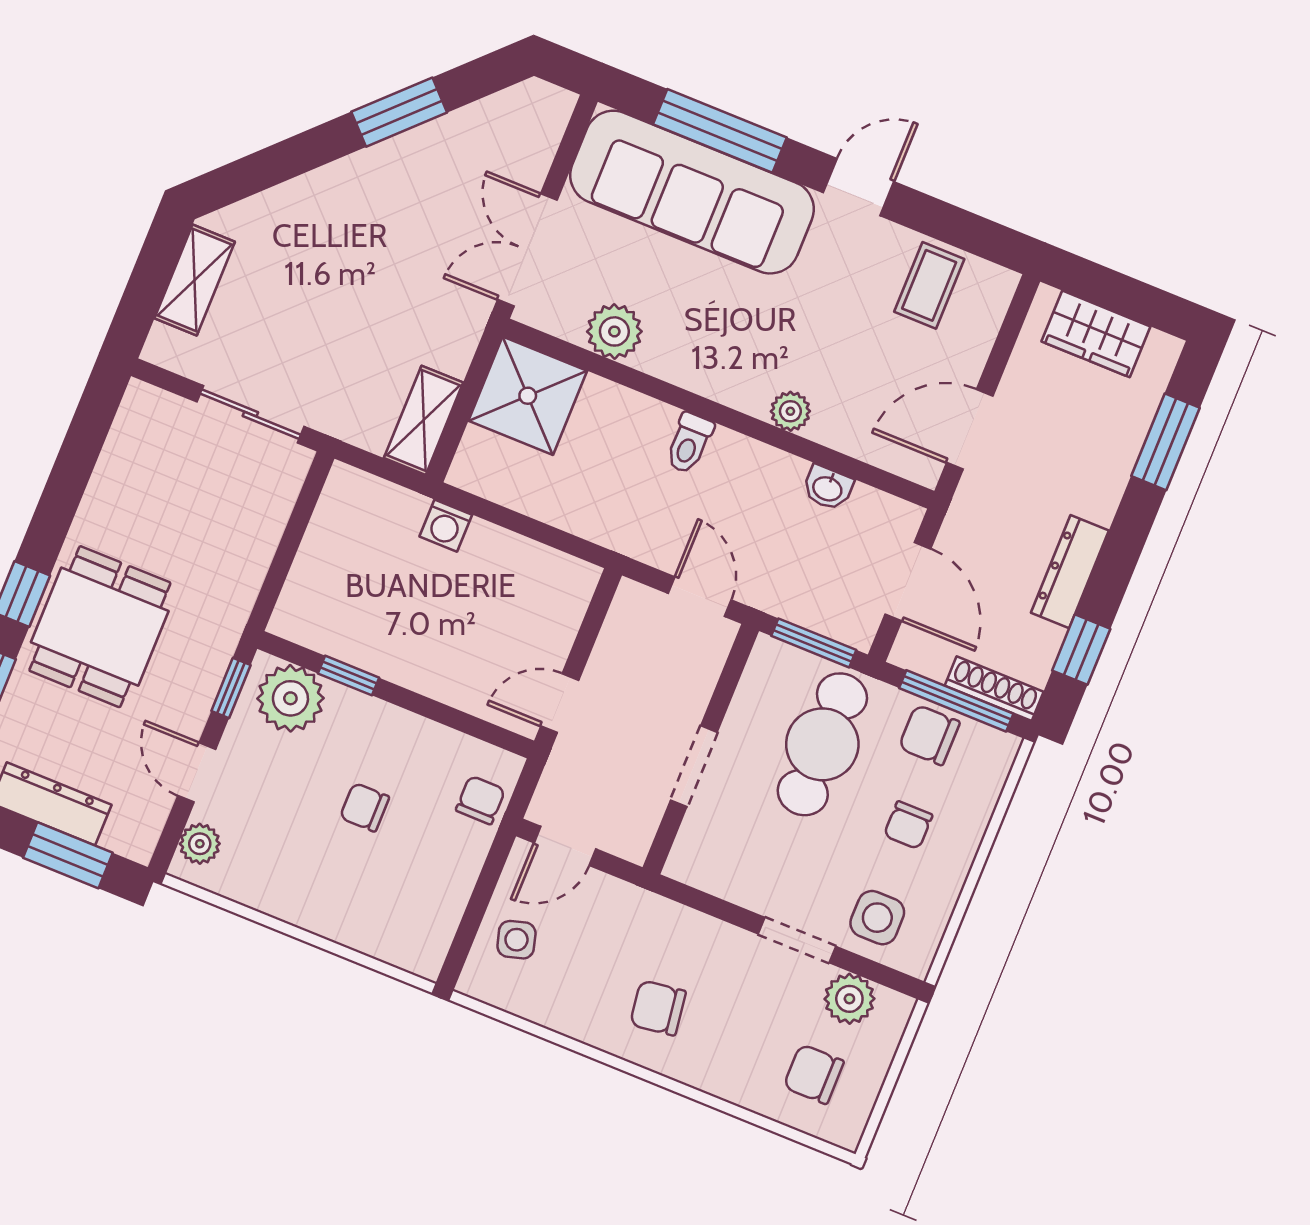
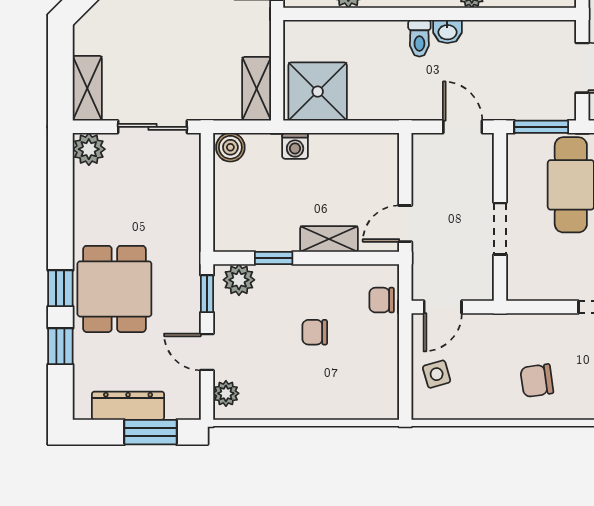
shelving: (195, 280) -> (87, 88), moved
shower: (528, 396) -> (318, 92), moved
plant: (145, 409) -> (89, 149), added
washbasin: (828, 488) -> (447, 32), moved
boiler: (351, 490) -> (230, 147), added
shelving: (440, 681) -> (329, 239), added
plant: (290, 698) -> (239, 280), width x0.73, depth x0.73
chair: (480, 800) -> (382, 300), turned -90

